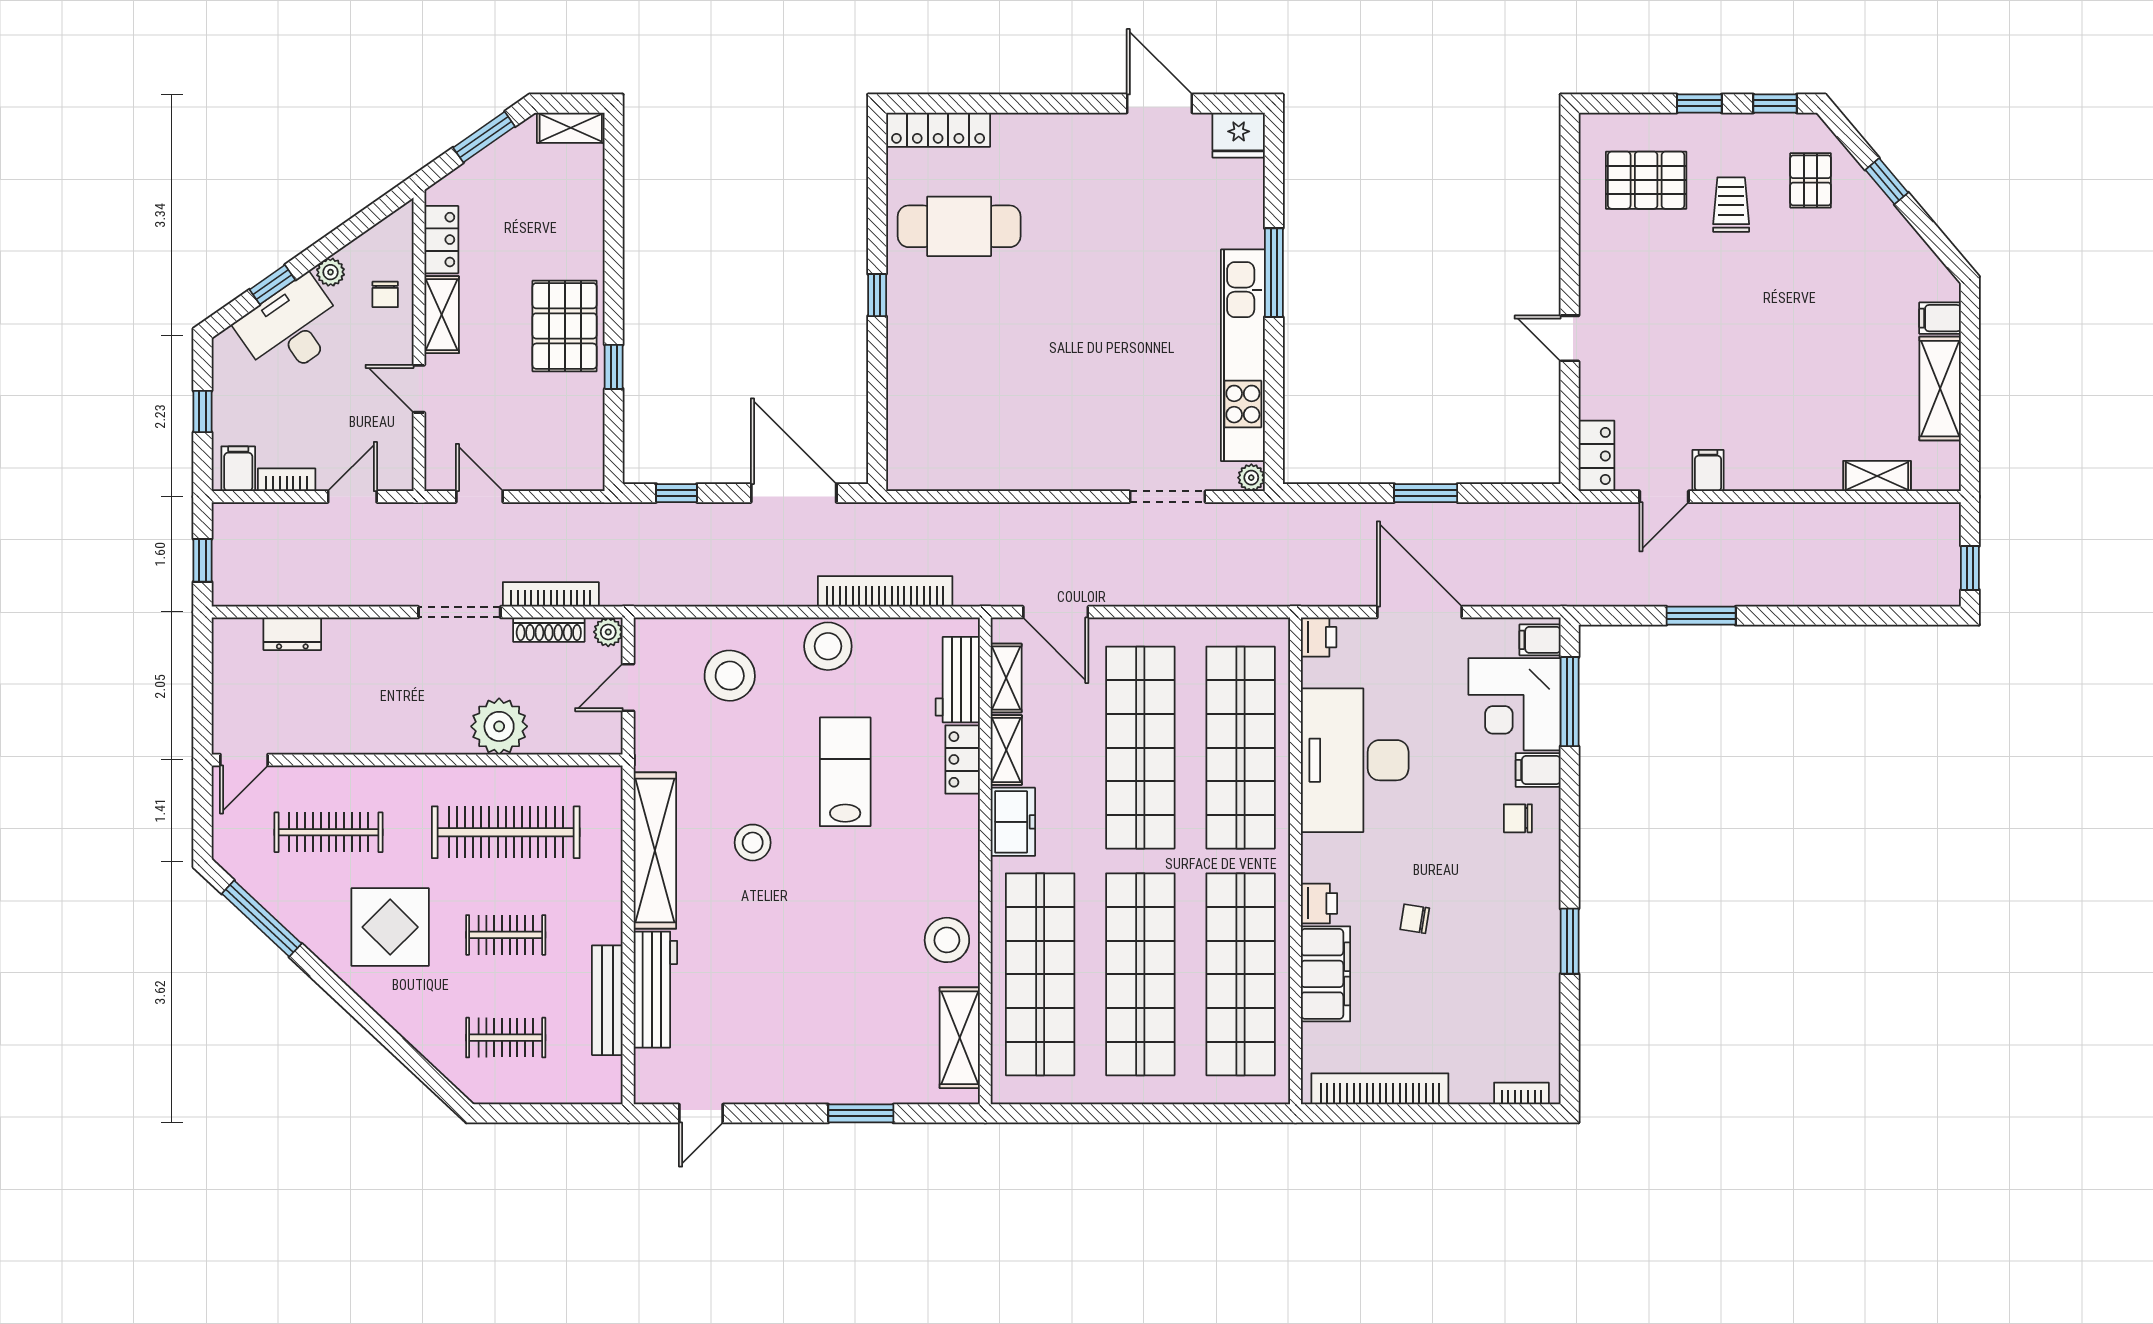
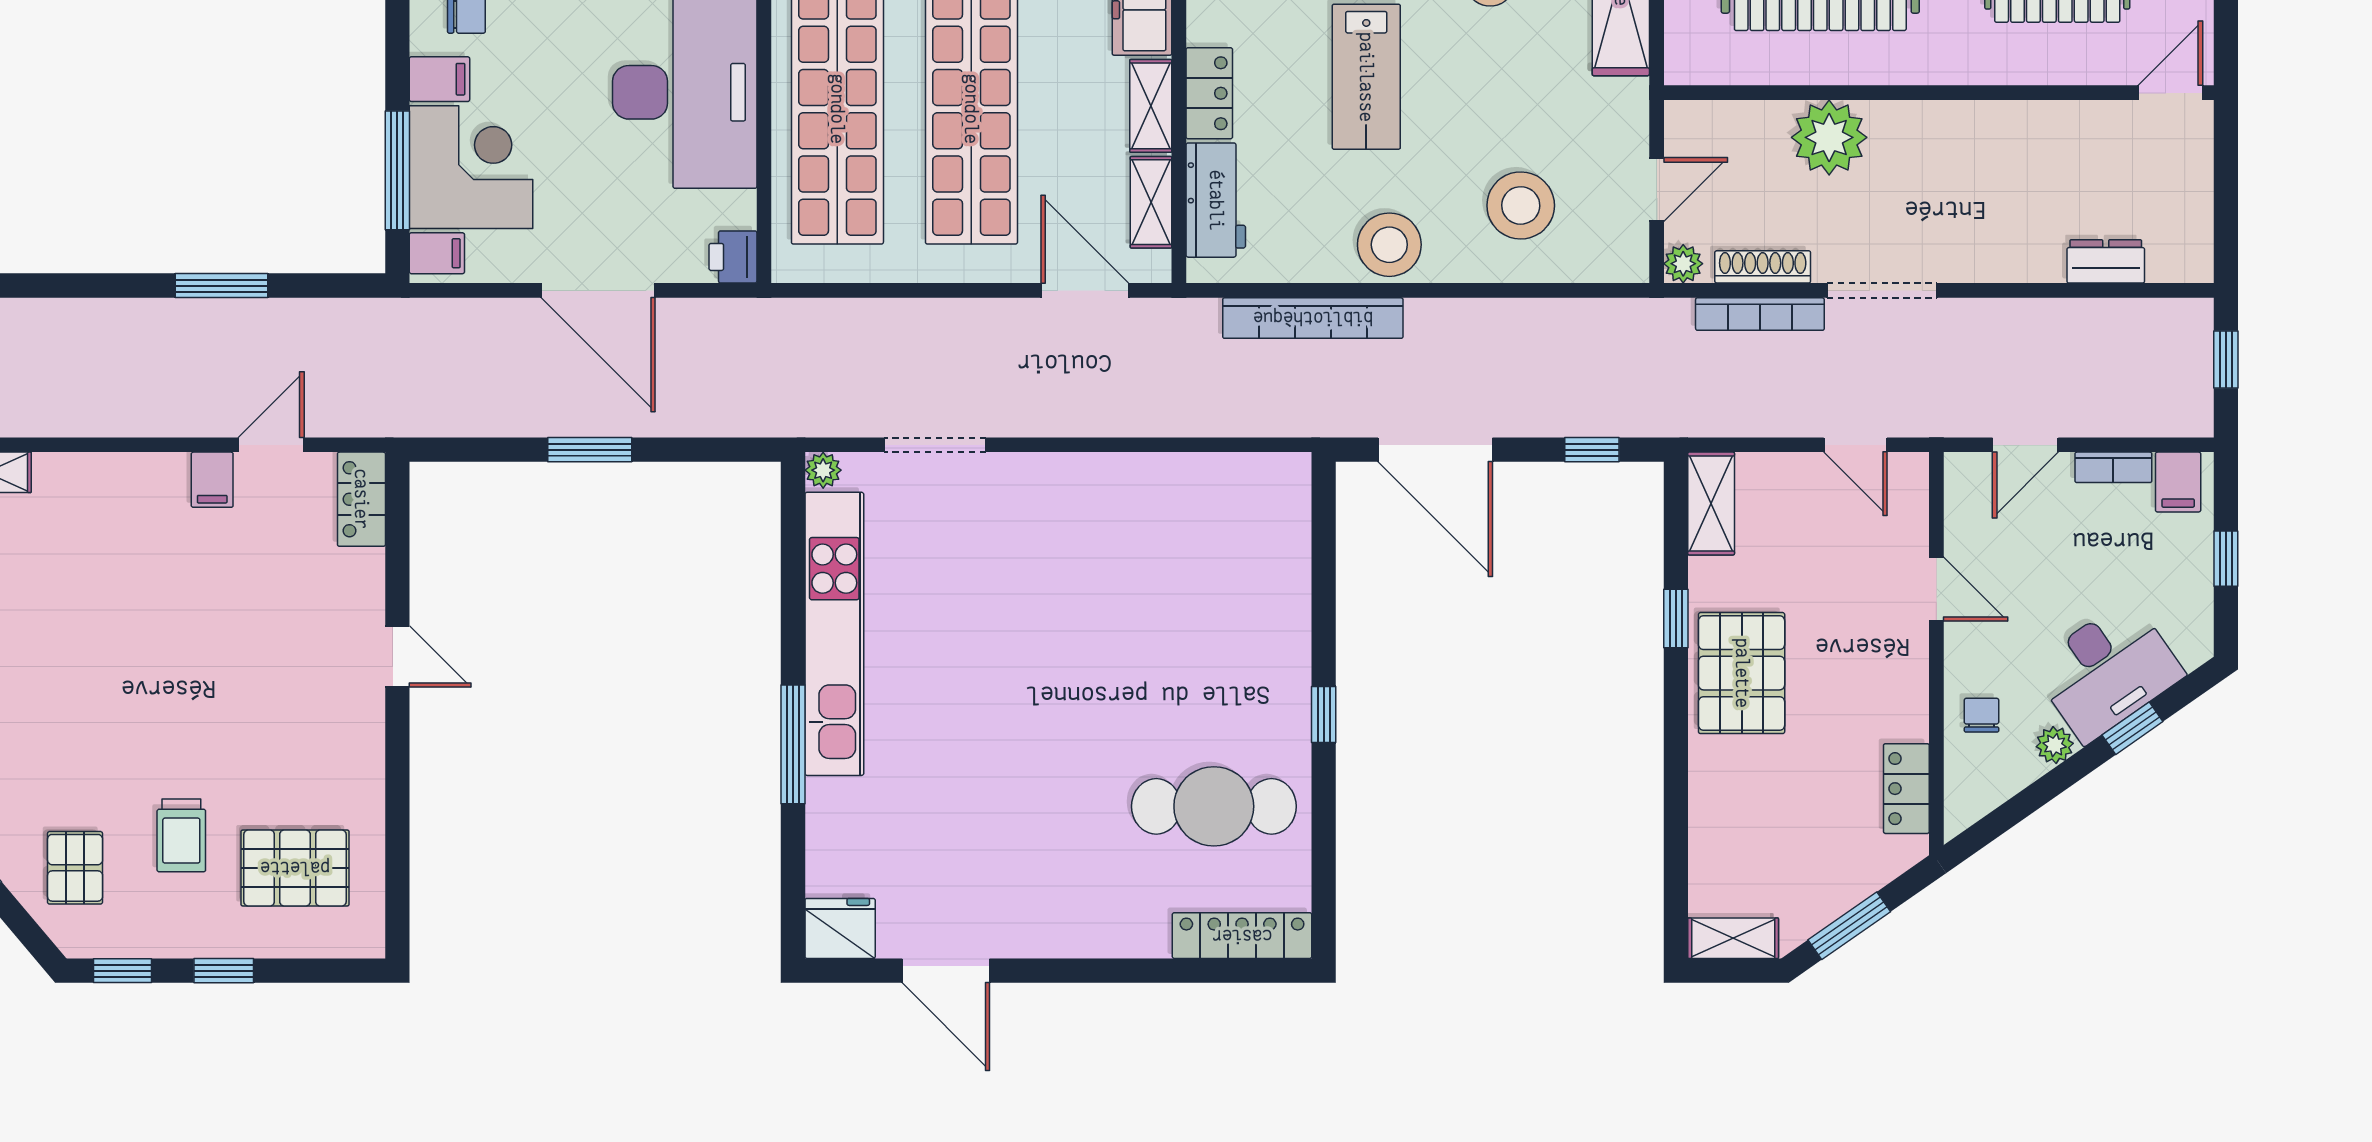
shelving: (442, 315) -> (1711, 504), moved

